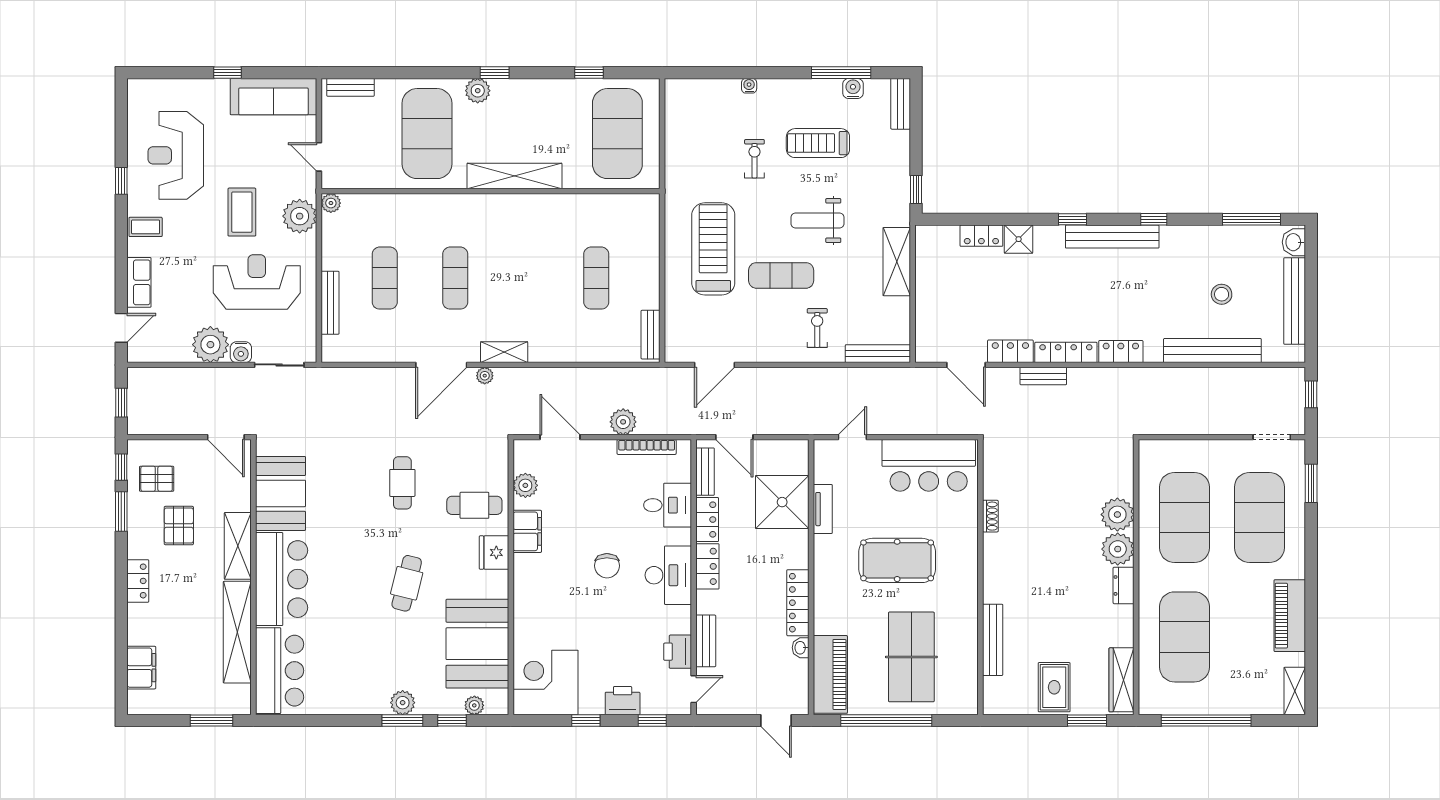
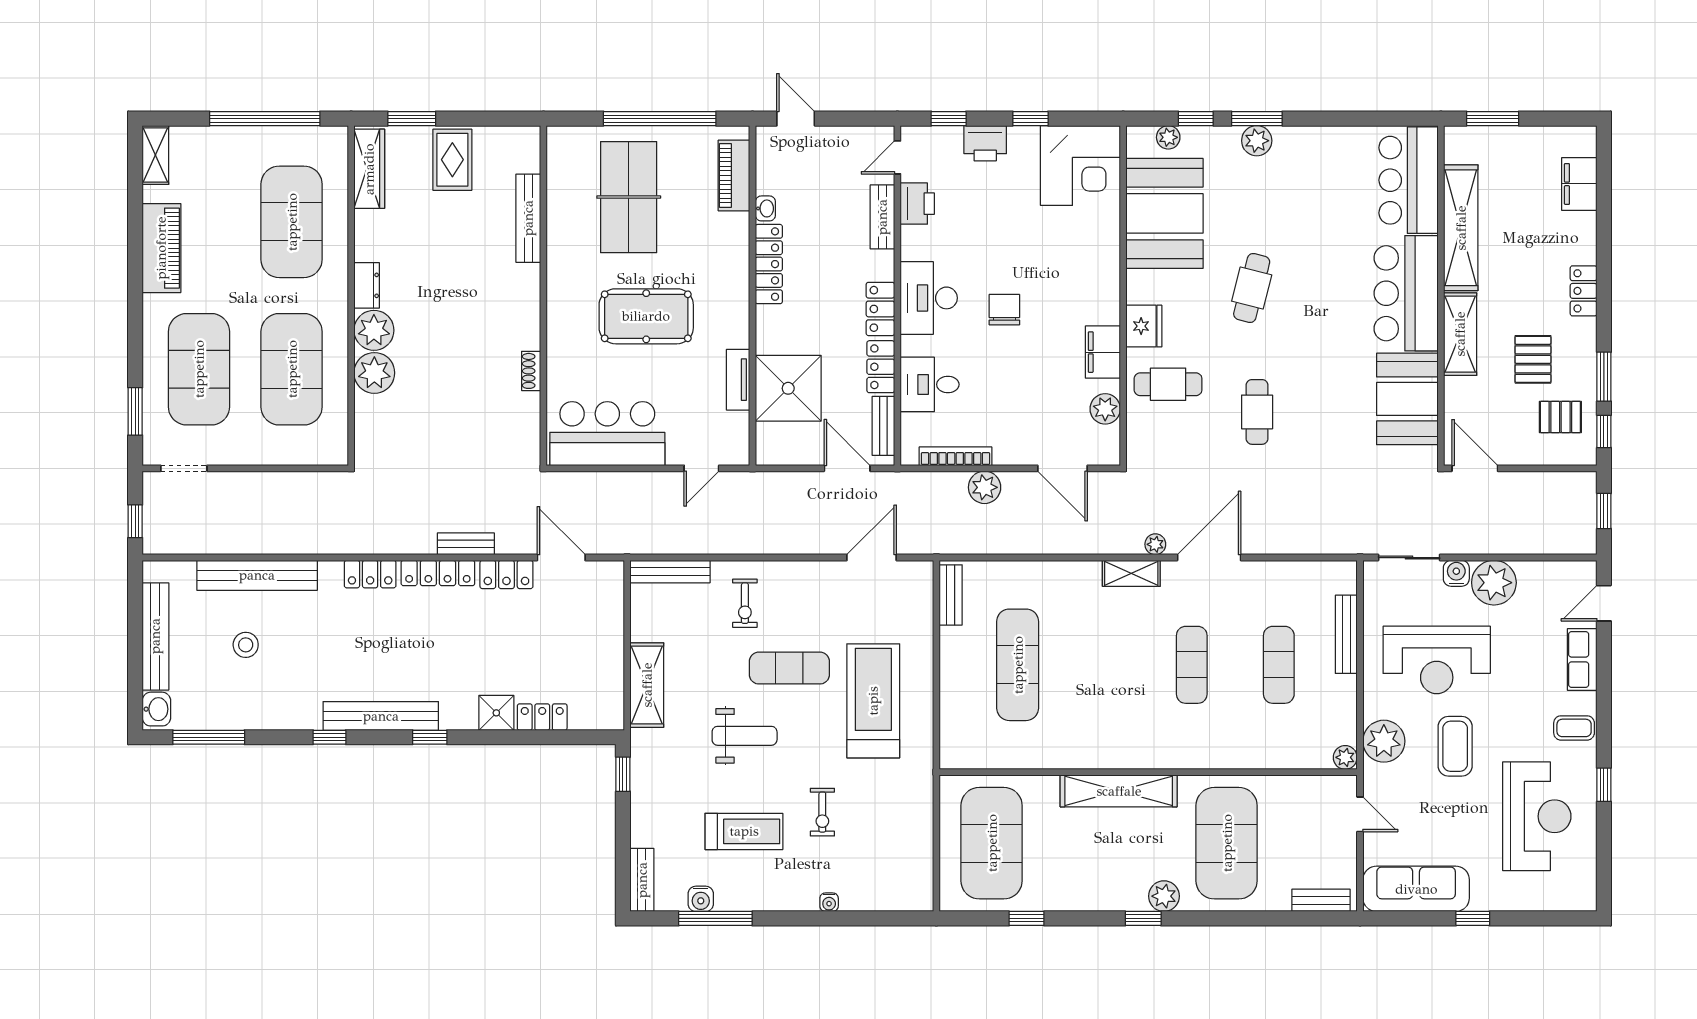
treadmill: (713, 249) -> (873, 701), turned 180
exercise mat: (596, 278) -> (1018, 665), width x1.36, depth x1.45
piano: (830, 674) -> (734, 175), width x0.73, depth x0.75

